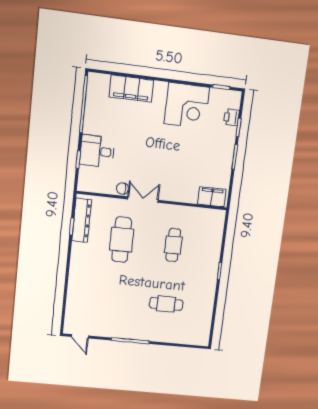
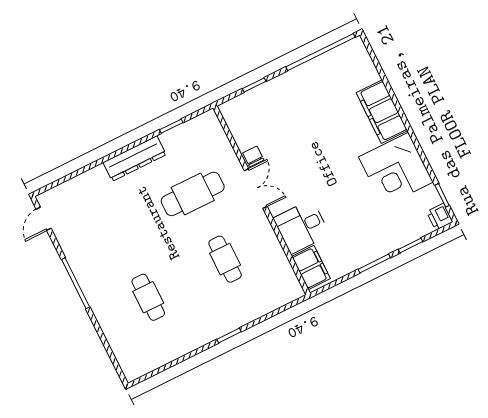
filing cabinet: (131, 88) -> (382, 112), moved
printer: (231, 117) -> (440, 217), moved, turned -90
desk: (97, 151) -> (302, 227), moved, turned -90
dresser: (82, 220) -> (135, 158), moved
cafe table: (173, 245) -> (225, 259), turned 90

